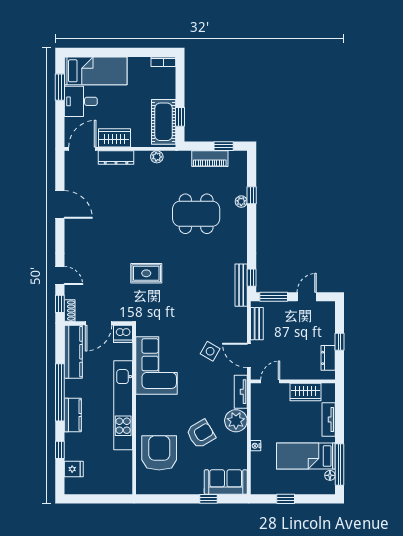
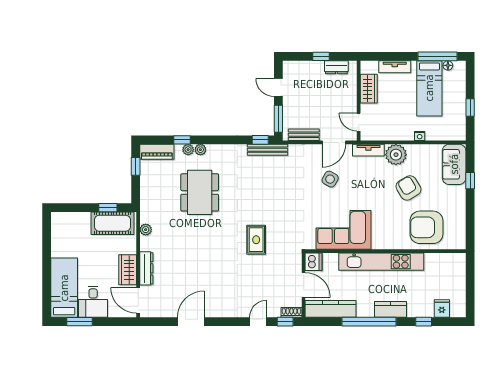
bookcase: (163, 62) -> (55, 223), removed
piano: (210, 159) -> (157, 152), moved, turned 90
plant: (241, 215) -> (200, 150), added

